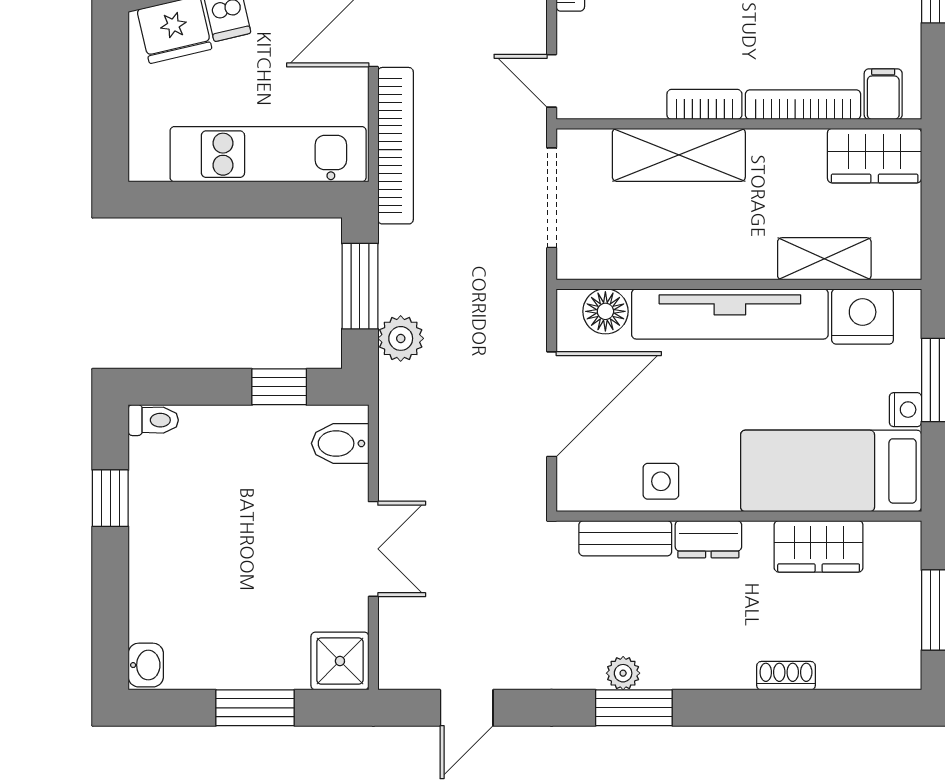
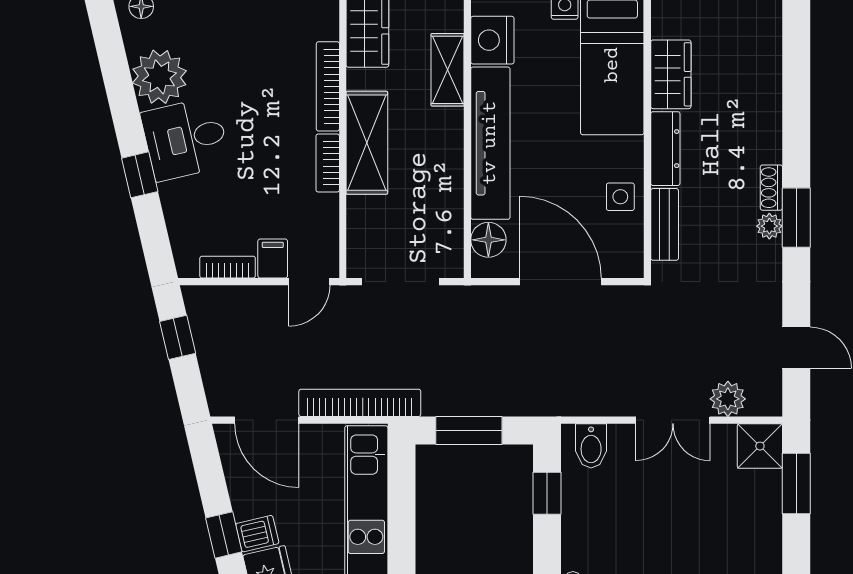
filing cabinet: (883, 94) -> (273, 259), moved, turned 90
shelving: (679, 155) -> (367, 143), moved
plant: (401, 338) -> (728, 399), moved
dresser: (708, 539) -> (665, 149), width x1.44
double door: (373, 549) -> (673, 420), swing flipped
shoe rack: (786, 676) -> (771, 188), moved
window: (255, 708) -> (796, 483), moved

